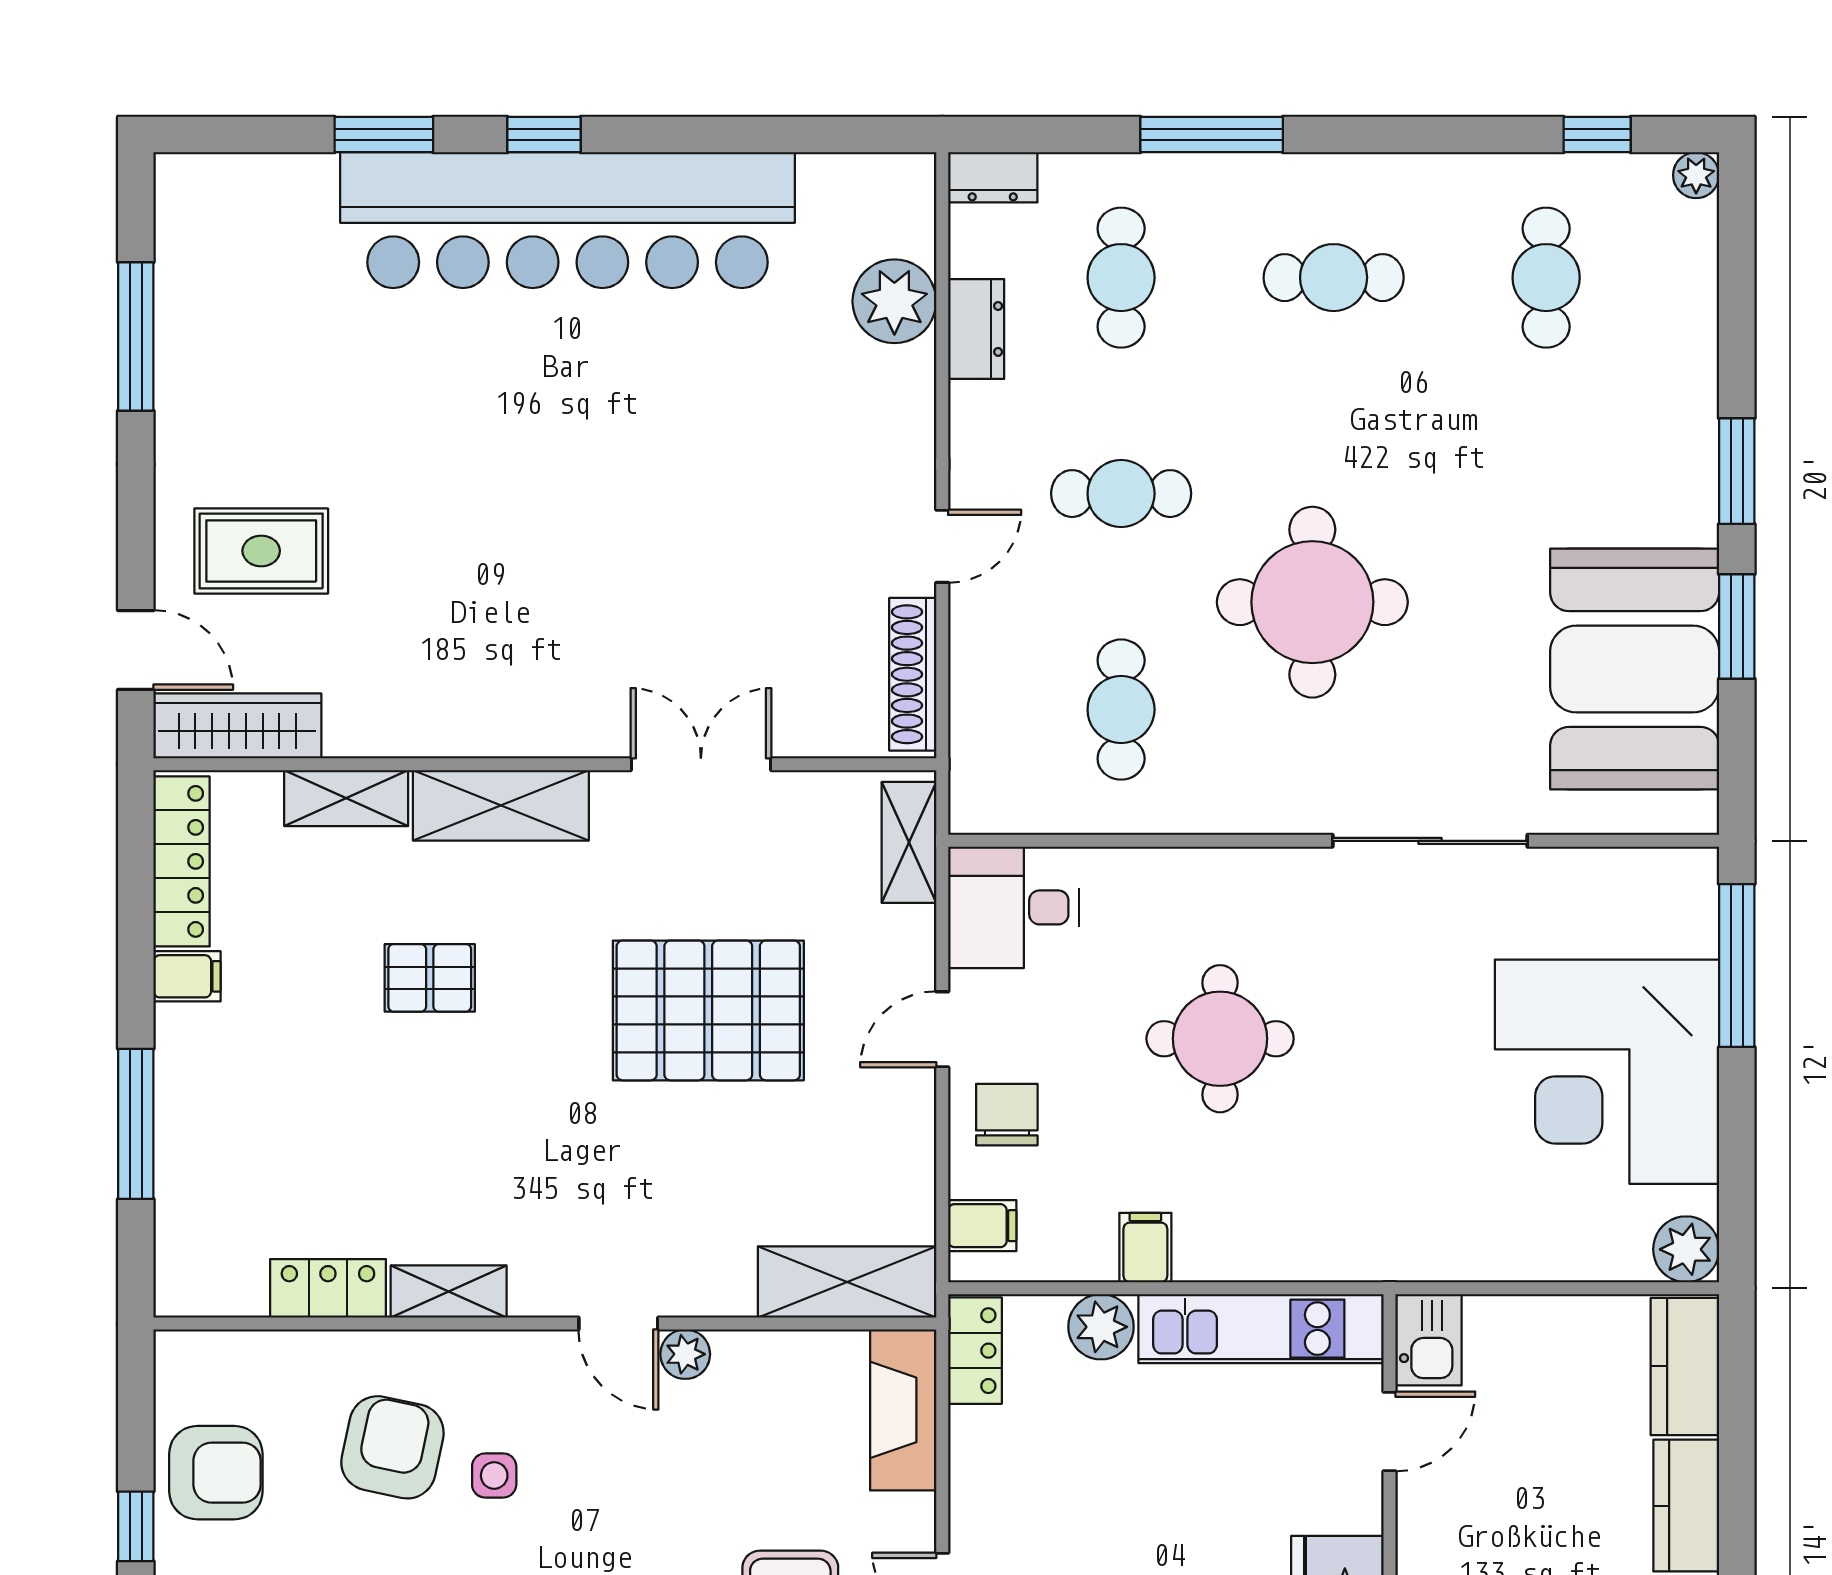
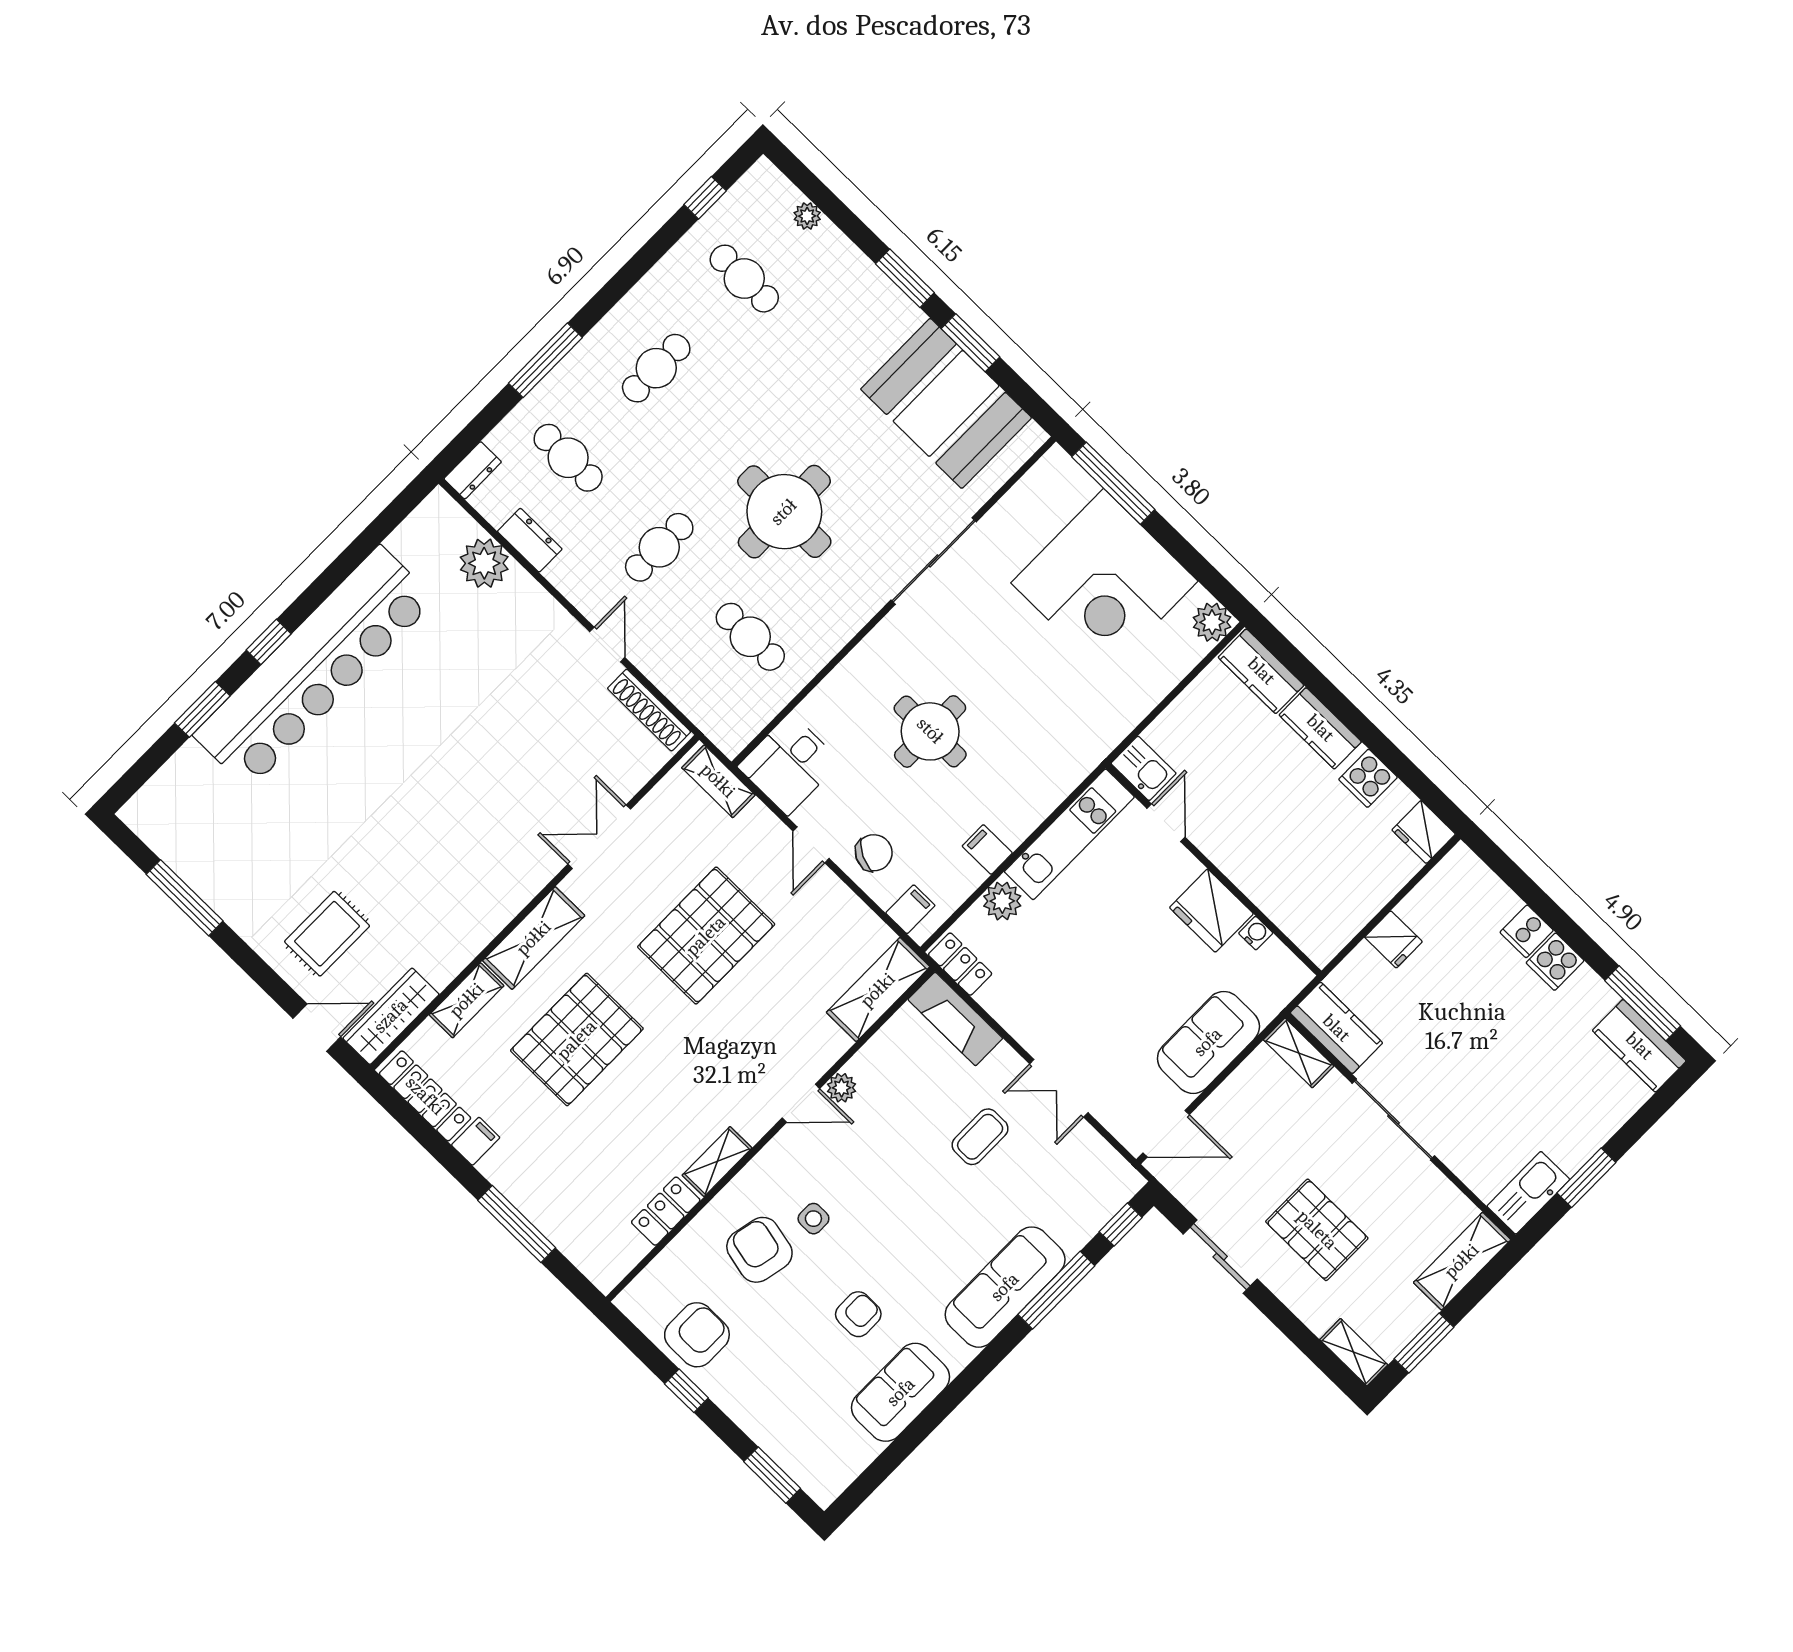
plant: (1696, 175) -> (807, 216), moved
pallet: (430, 978) -> (577, 1040), width x2.05, depth x2.00
chair: (1007, 1115) -> (874, 853), turned 116

